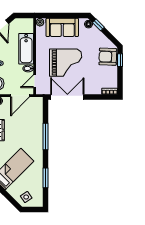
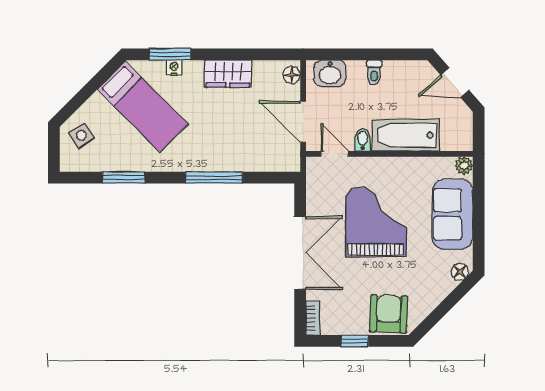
window: (98, 25) -> (458, 293), removed
window: (120, 60) -> (355, 341), moved
grand piano: (66, 63) -> (376, 222), turned 180
double door: (67, 97) -> (300, 253), moved

